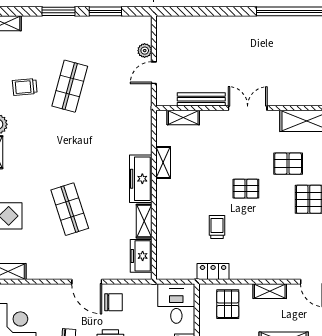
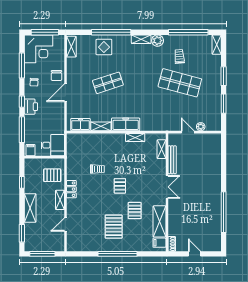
shop shelf: (70, 86) -> (180, 83), width x1.43, depth x1.36
locker: (213, 271) -> (71, 189), moved
chair: (113, 302) -> (56, 75), moved

